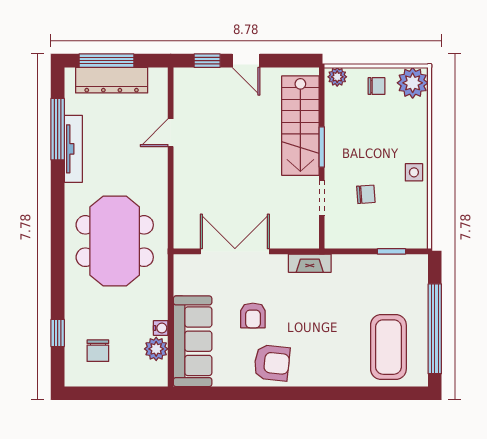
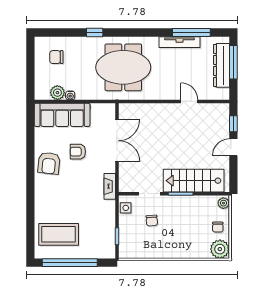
side table: (414, 172) -> (126, 208), moved
window: (58, 333) -> (95, 33), moved

